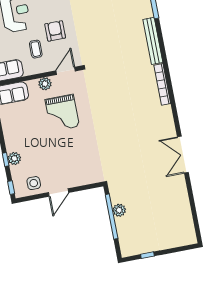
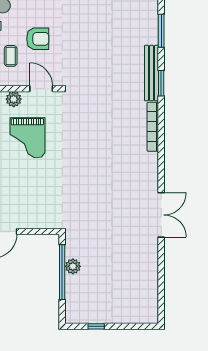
armchair: (55, 31) -> (38, 39), turned 90
window: (162, 48) -> (161, 83), added
door: (66, 71) -> (41, 89), hinge flipped
double door: (183, 155) -> (161, 215), swing flipped

